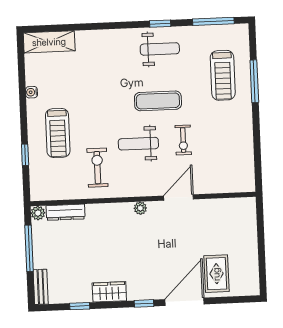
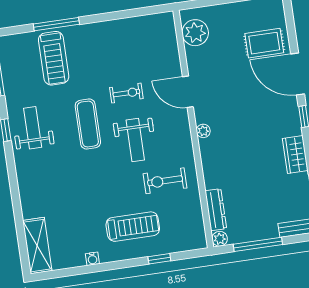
treadmill: (223, 75) -> (54, 58), turned 90
plant: (233, 210) -> (195, 33), added

